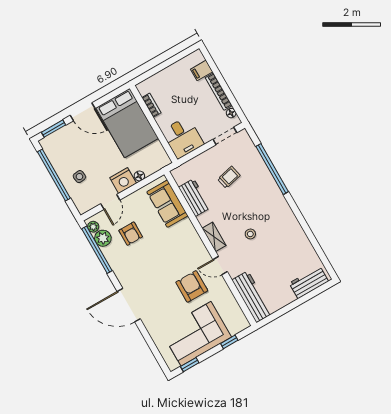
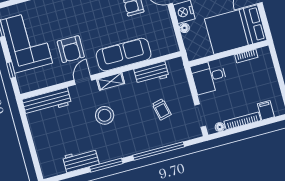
sofa: (167, 204) -> (124, 55), moved, width x1.36
window: (301, 219) -> (106, 165), added
stool: (250, 234) -> (105, 115), width x1.89, depth x1.89
workbench: (309, 282) -> (81, 160), moved, turned -90
armchair: (192, 286) -> (71, 49), turned 90

